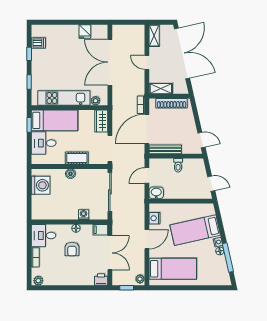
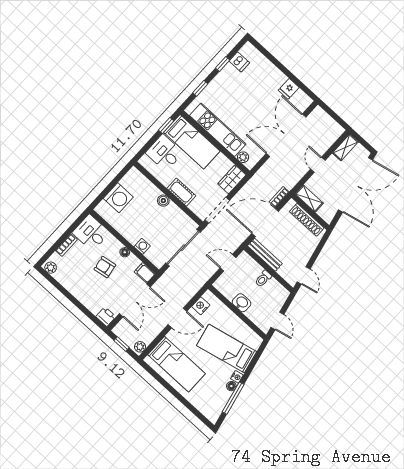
washing machine: (41, 185) -> (118, 198), moved
washbasin: (156, 193) -> (242, 303), moved
armchair: (72, 249) -> (105, 267), turned 81

